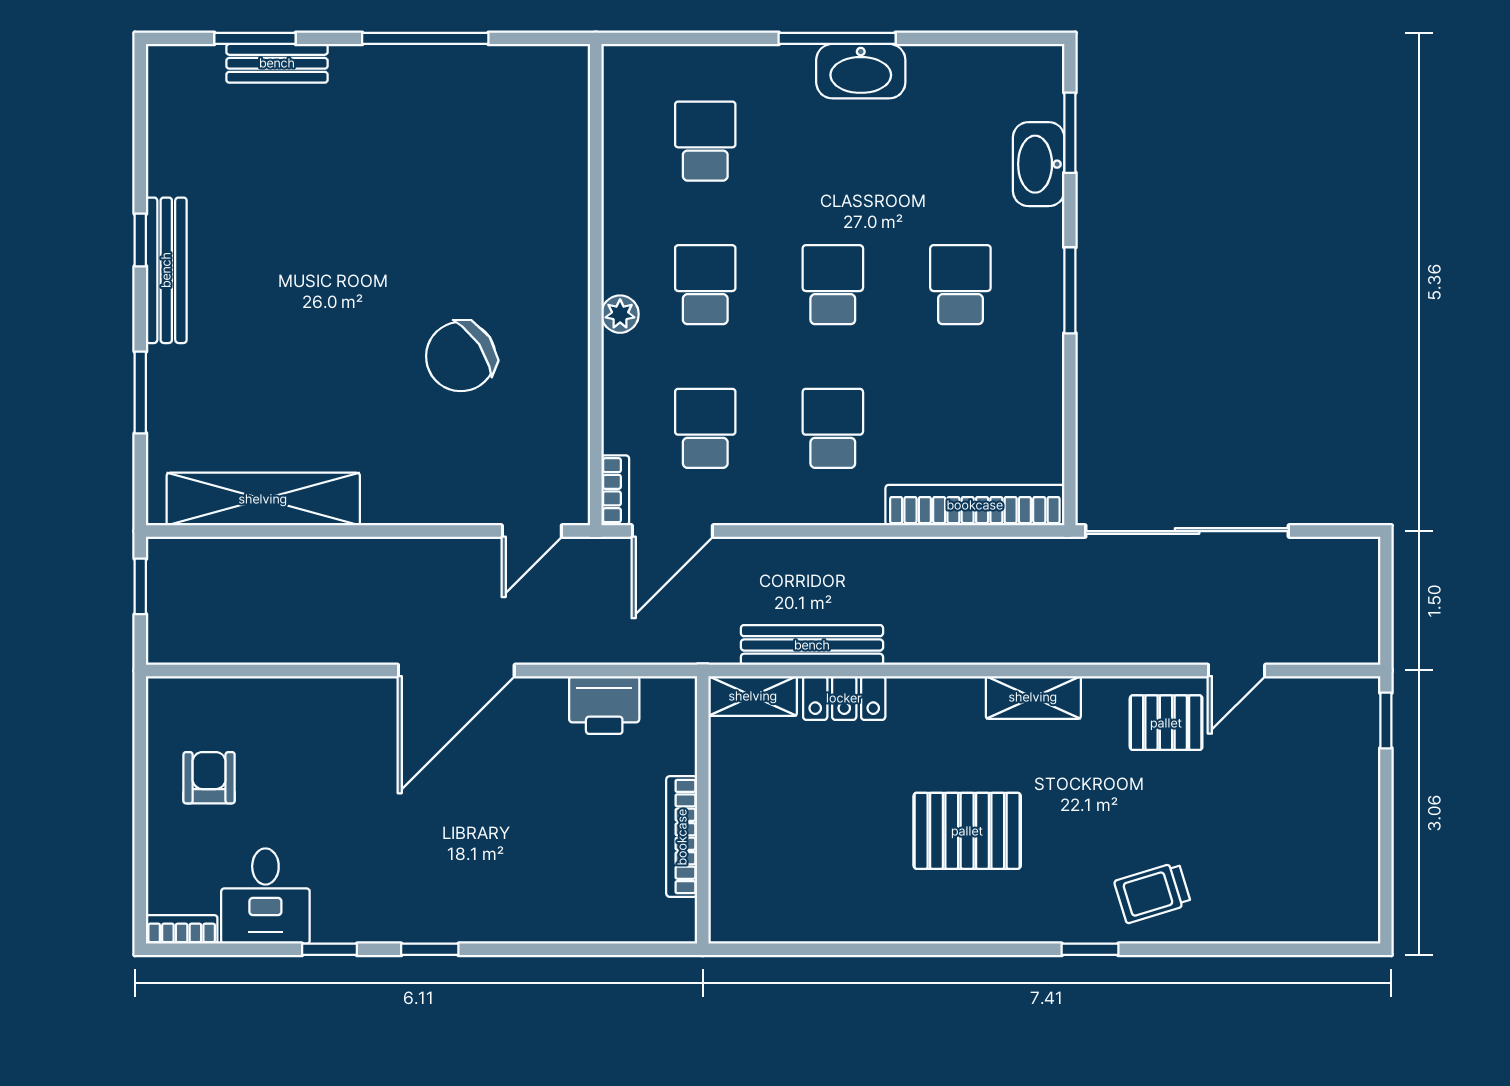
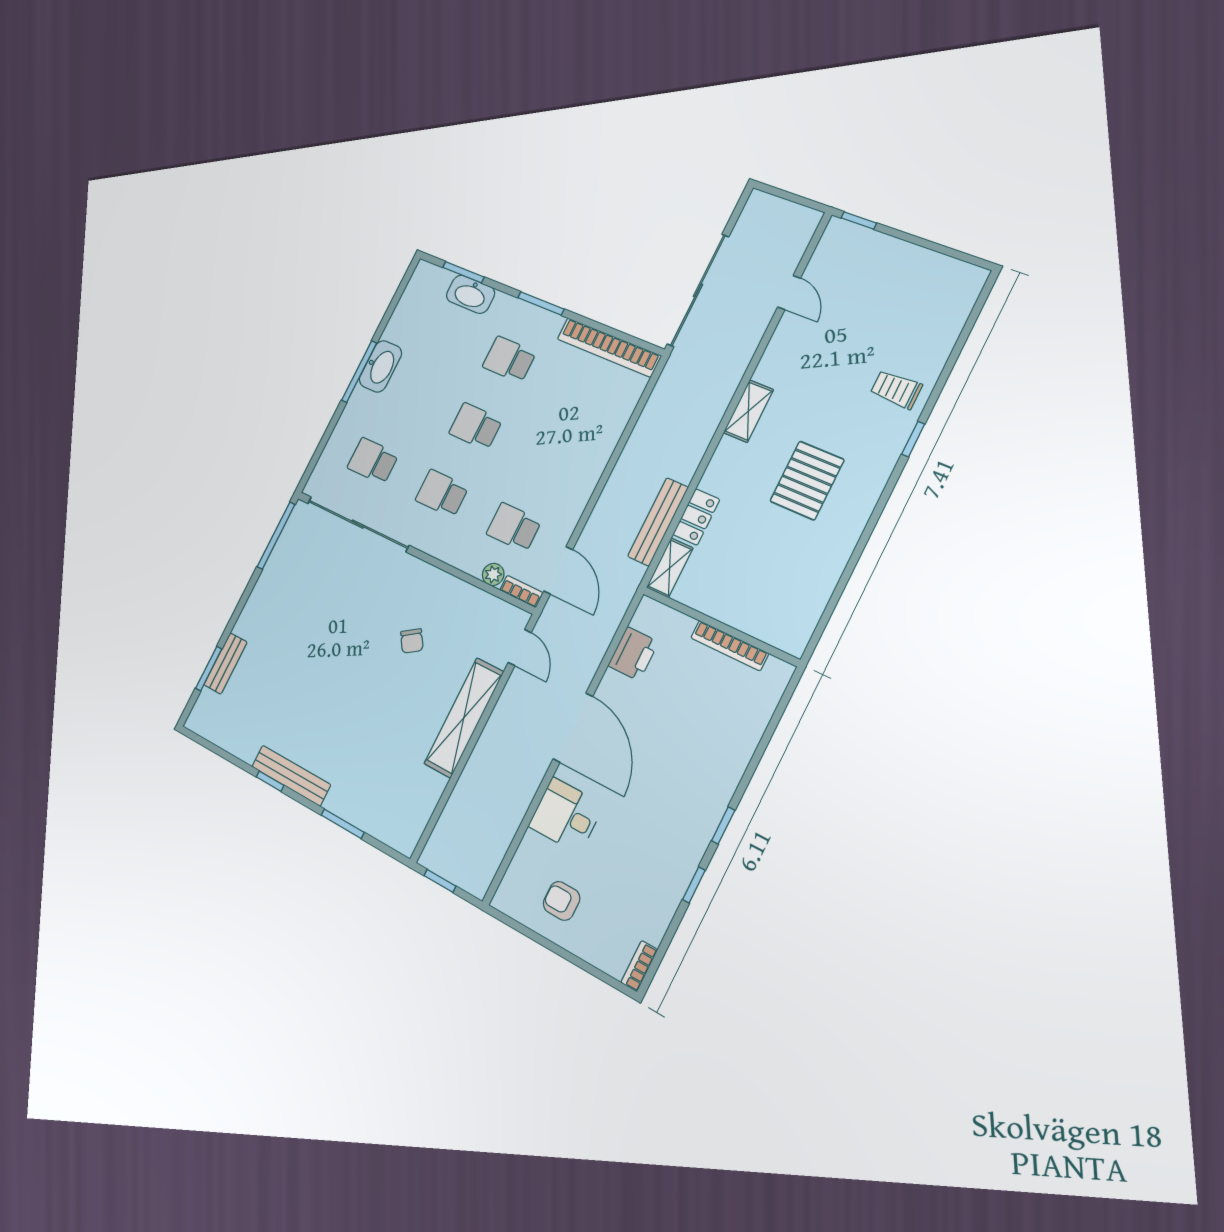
window: (425, 38) -> (276, 536), moved
sliding door: (596, 170) -> (358, 524), added
plant: (620, 314) -> (493, 574), moved
chair: (461, 357) -> (412, 641), width x0.54, depth x0.54
school desk: (833, 428) -> (548, 459), removed
shelving: (263, 499) -> (464, 718), moved
bookcase: (975, 505) -> (609, 347), moved, turned -90
pallet: (1166, 723) -> (800, 343), removed
trolley: (1153, 893) -> (896, 389), turned 107
desk: (265, 896) -> (566, 815), moved, turned 180

